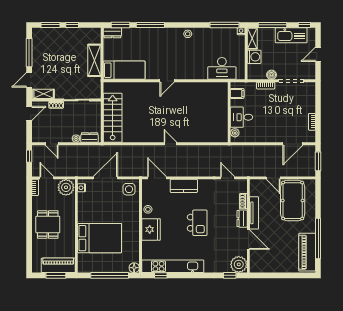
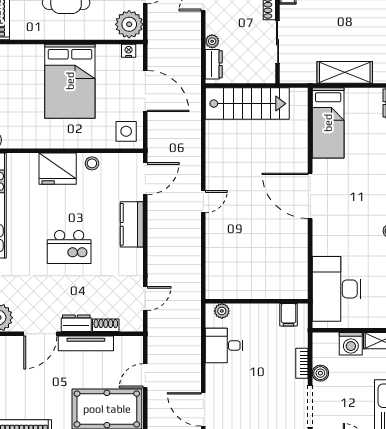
desk: (222, 68) -> (337, 289), width x1.36, depth x1.30
door: (167, 81) -> (310, 196), width x1.88
desk: (241, 117) -> (224, 346), moved, turned -90
bed: (100, 238) -> (70, 81), moved

